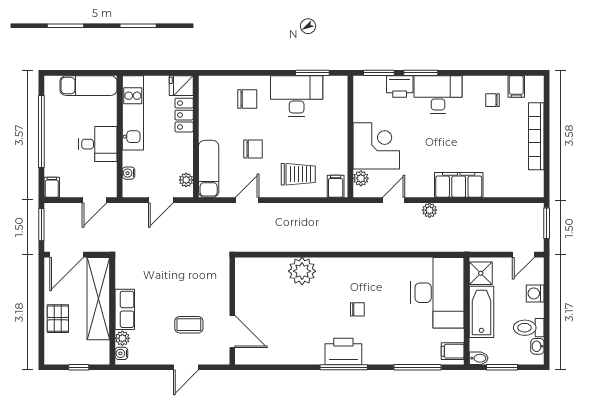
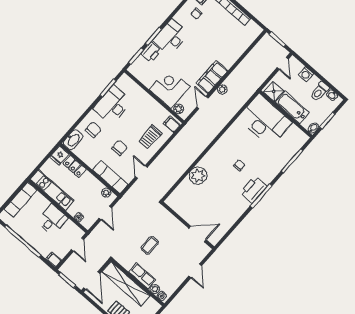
washbasin: (214, 85) -> (73, 140), added
trolley: (298, 174) -> (150, 137), turned 180
filing cabinet: (459, 185) -> (212, 77), moved
coffee table: (189, 325) -> (150, 245), moved
filing cabinet: (453, 351) -> (299, 137), removed

